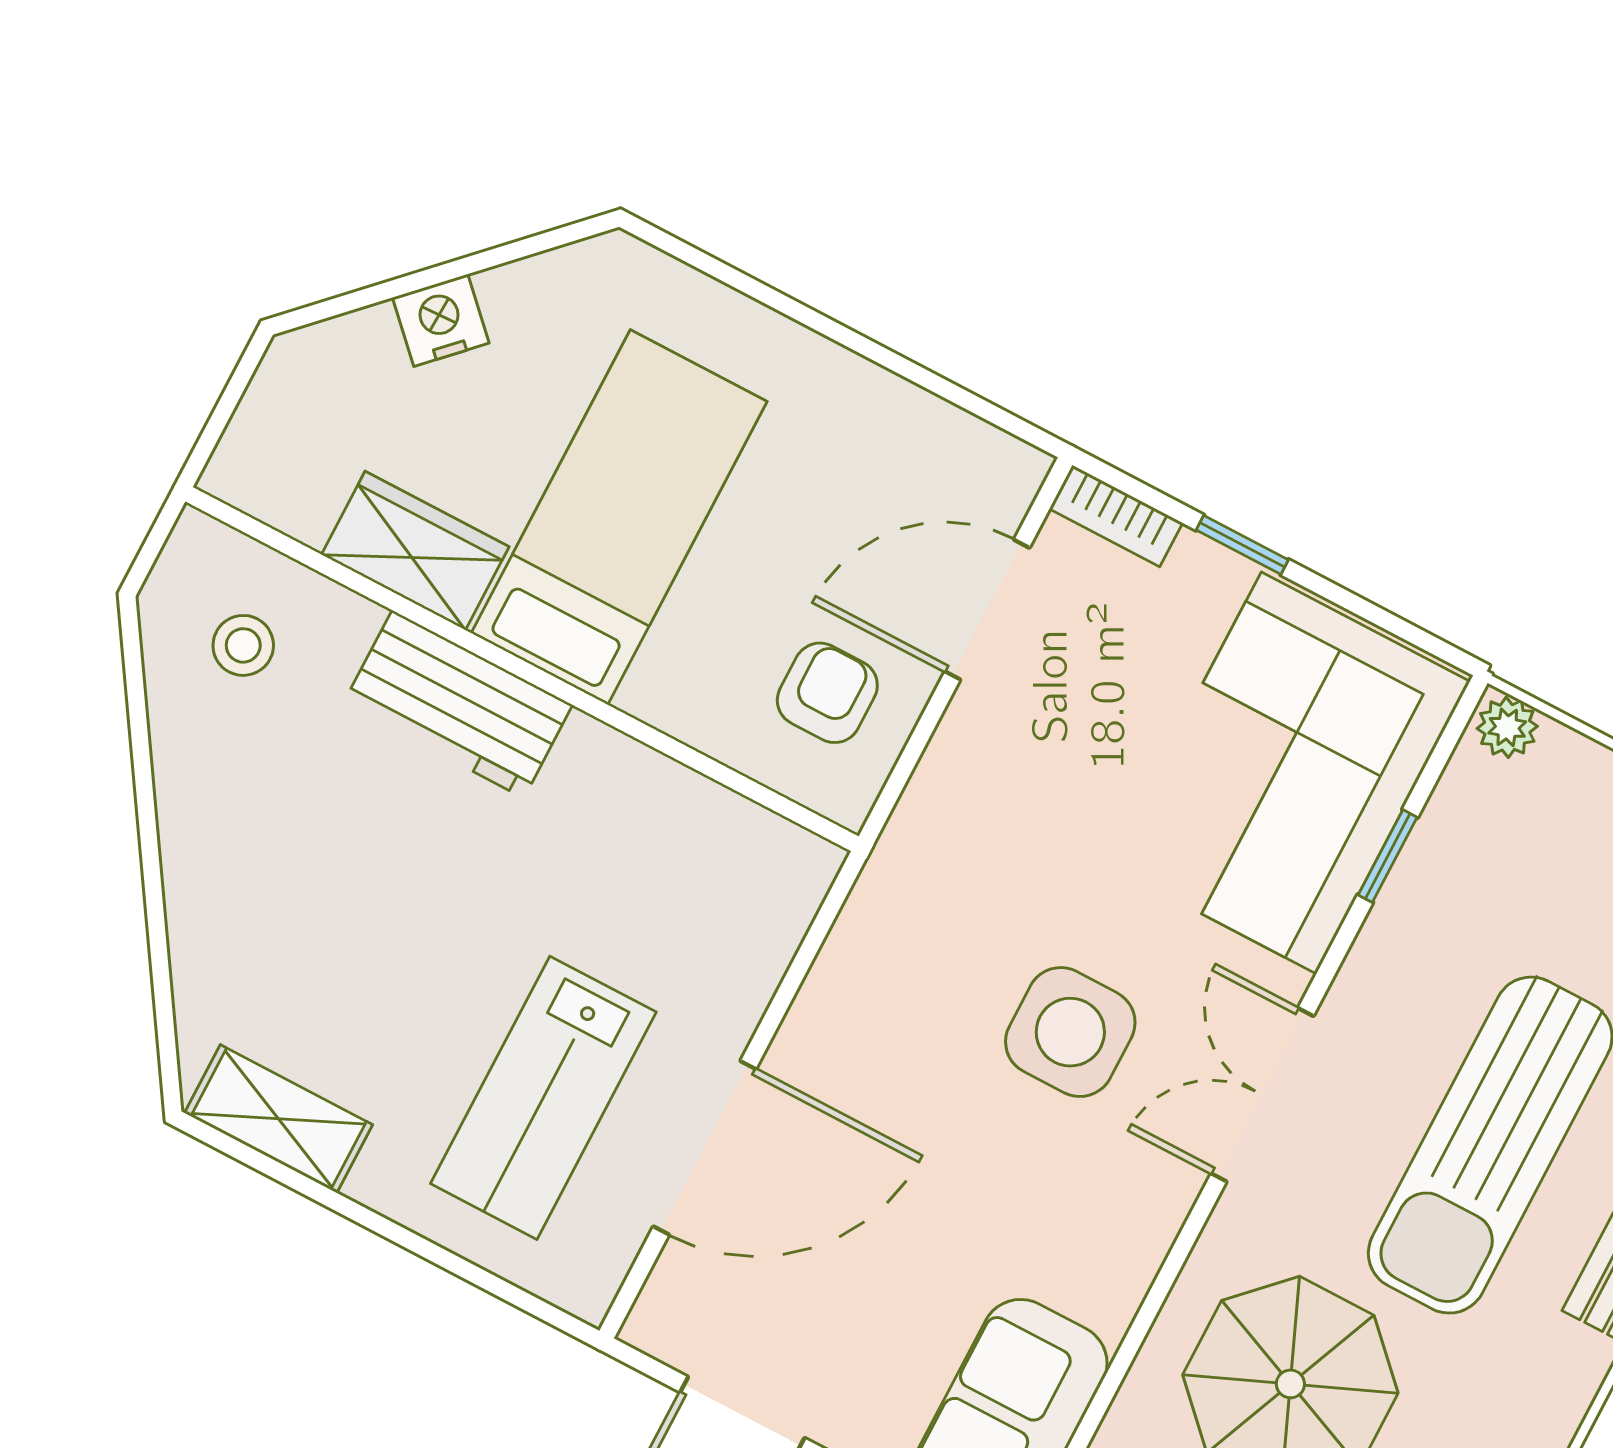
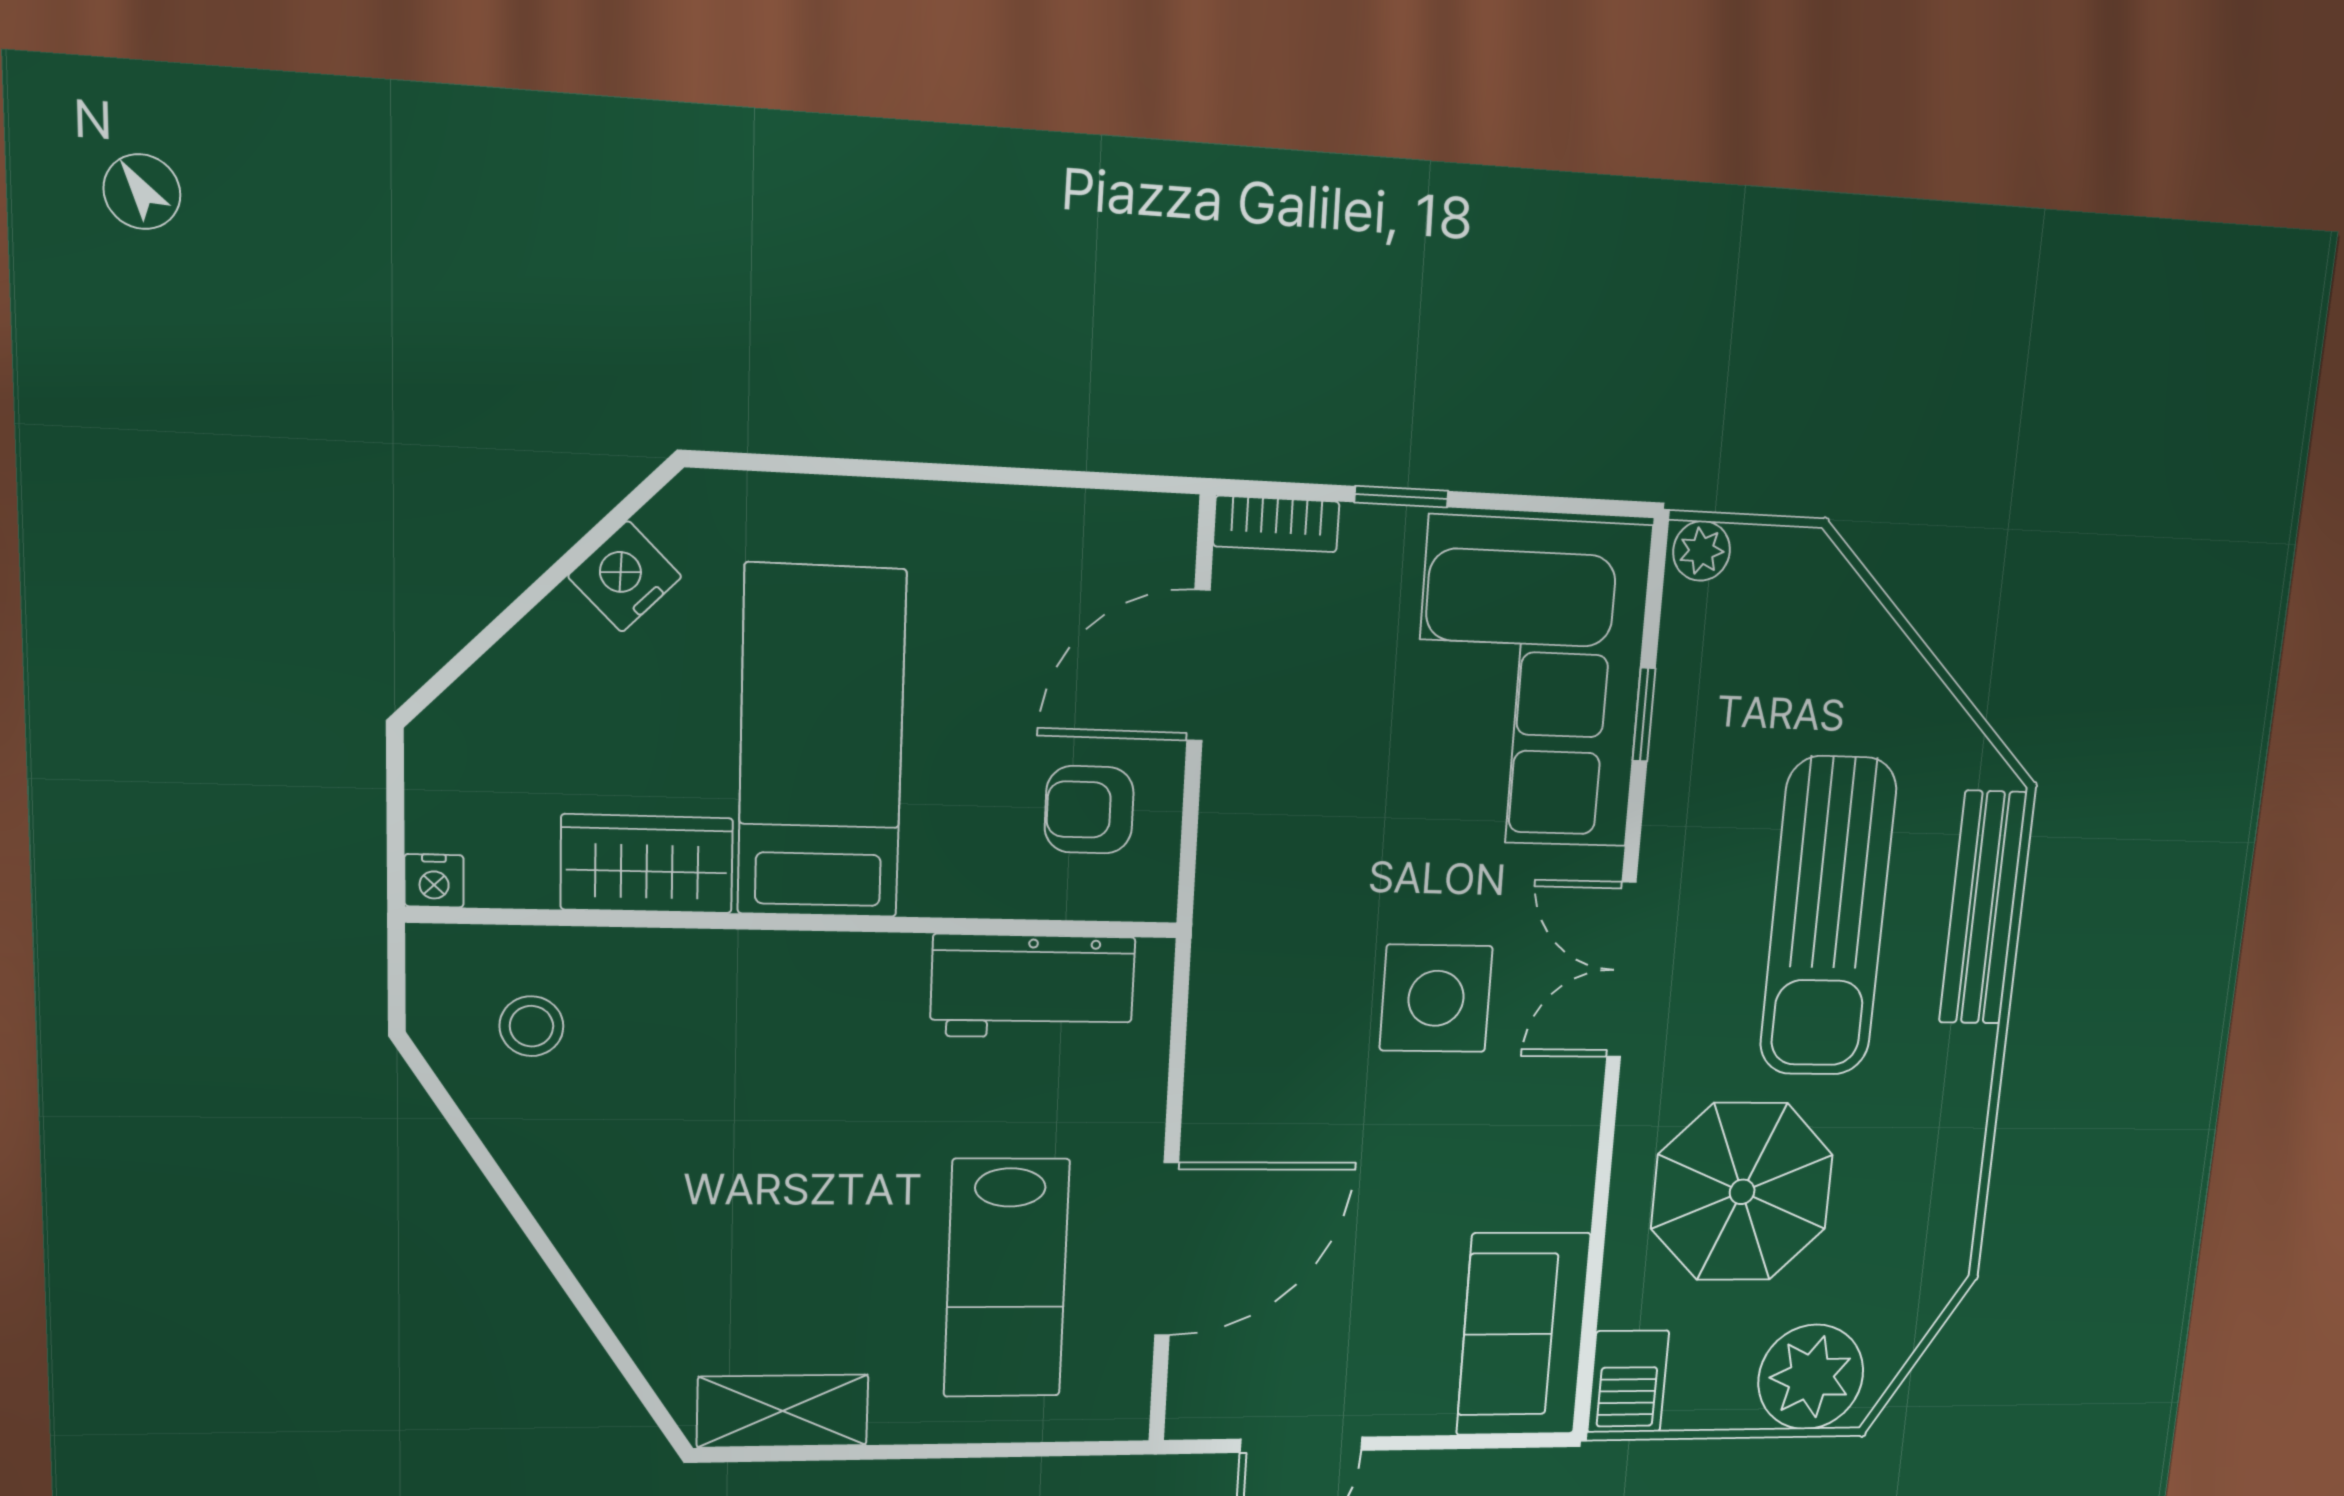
nightstand: (441, 320) -> (625, 576), moved
nightstand: (229, 477) -> (434, 881), added
armchair: (827, 693) -> (1089, 810), turned -90
workbench: (458, 704) -> (1033, 987), moved

